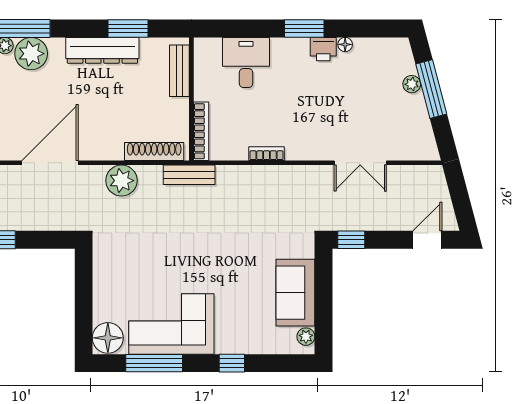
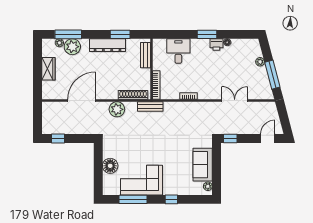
window: (431, 89) -> (272, 75), moved
double door: (360, 163) -> (235, 101), swing flipped
floor lamp: (108, 338) -> (110, 166), moved

